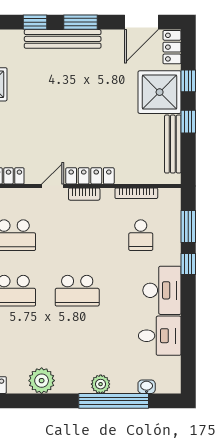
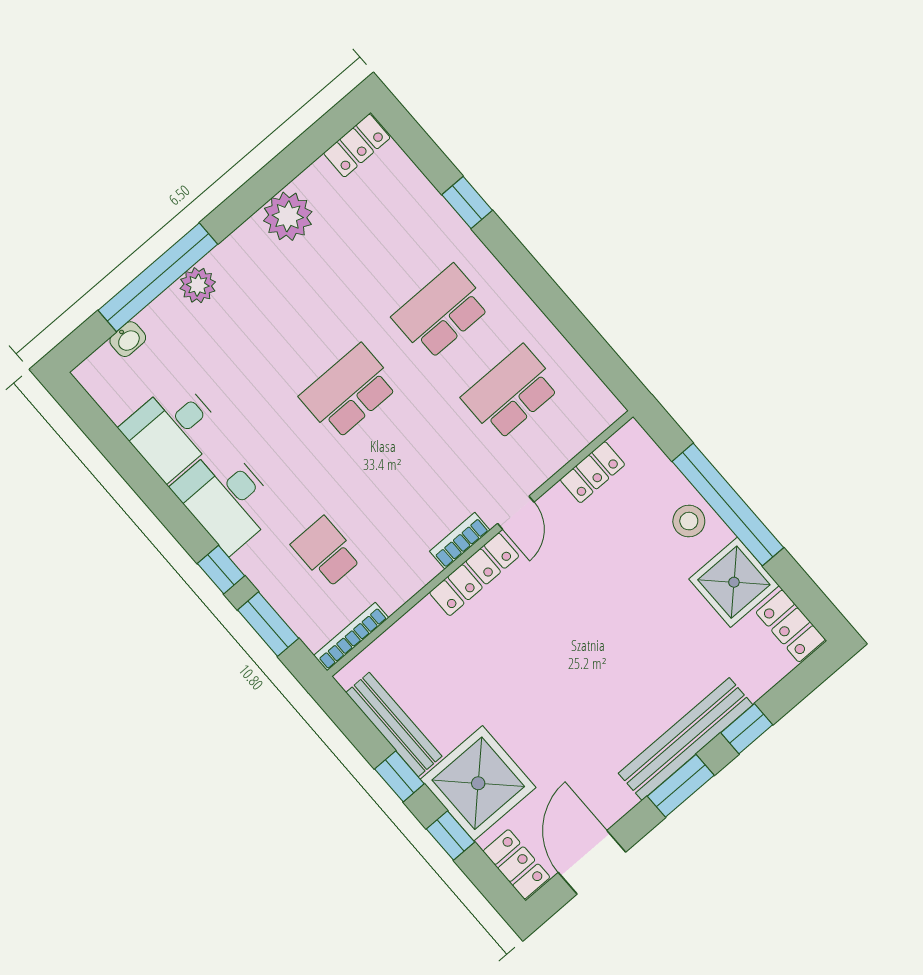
bookcase: (136, 193) -> (351, 637), moved

